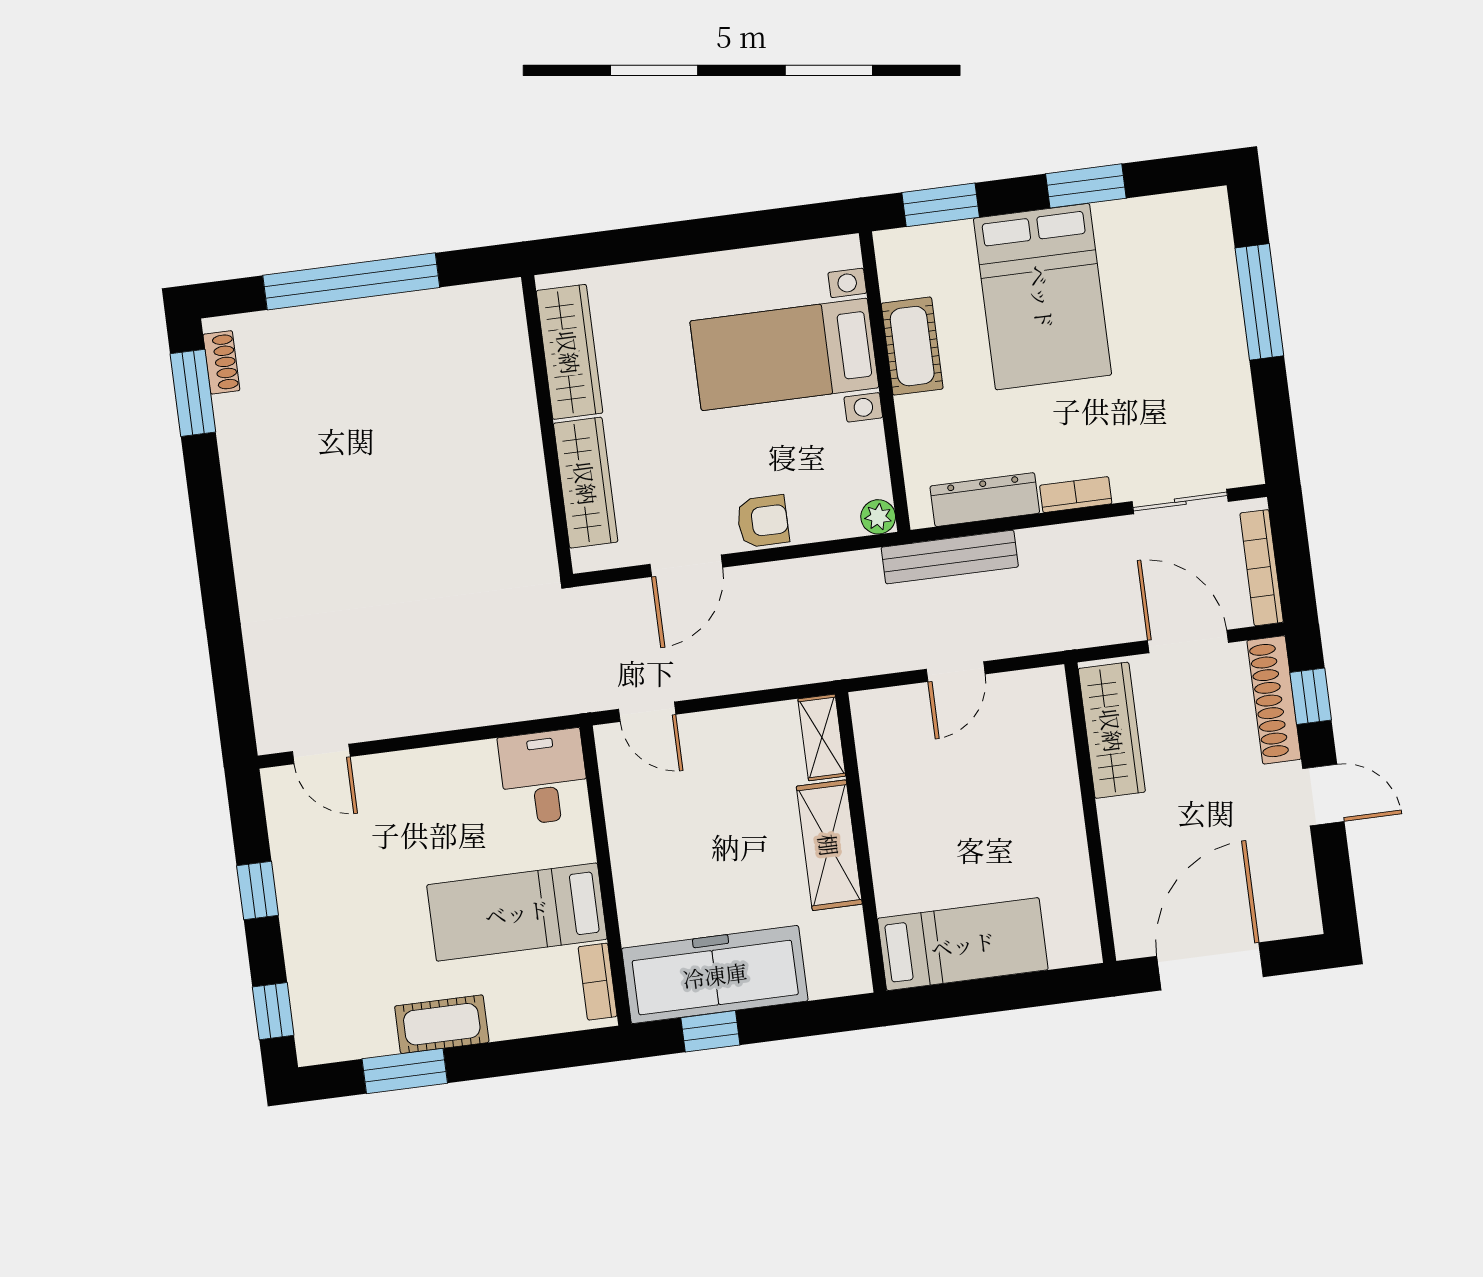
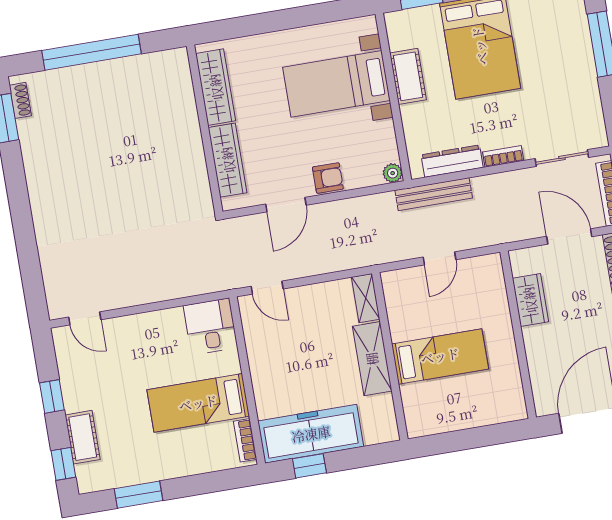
wardrobe: (1112, 730) -> (530, 300), width x0.67
bed: (963, 944) -> (440, 356), moved
cot: (442, 1024) -> (83, 437), moved, turned 90

